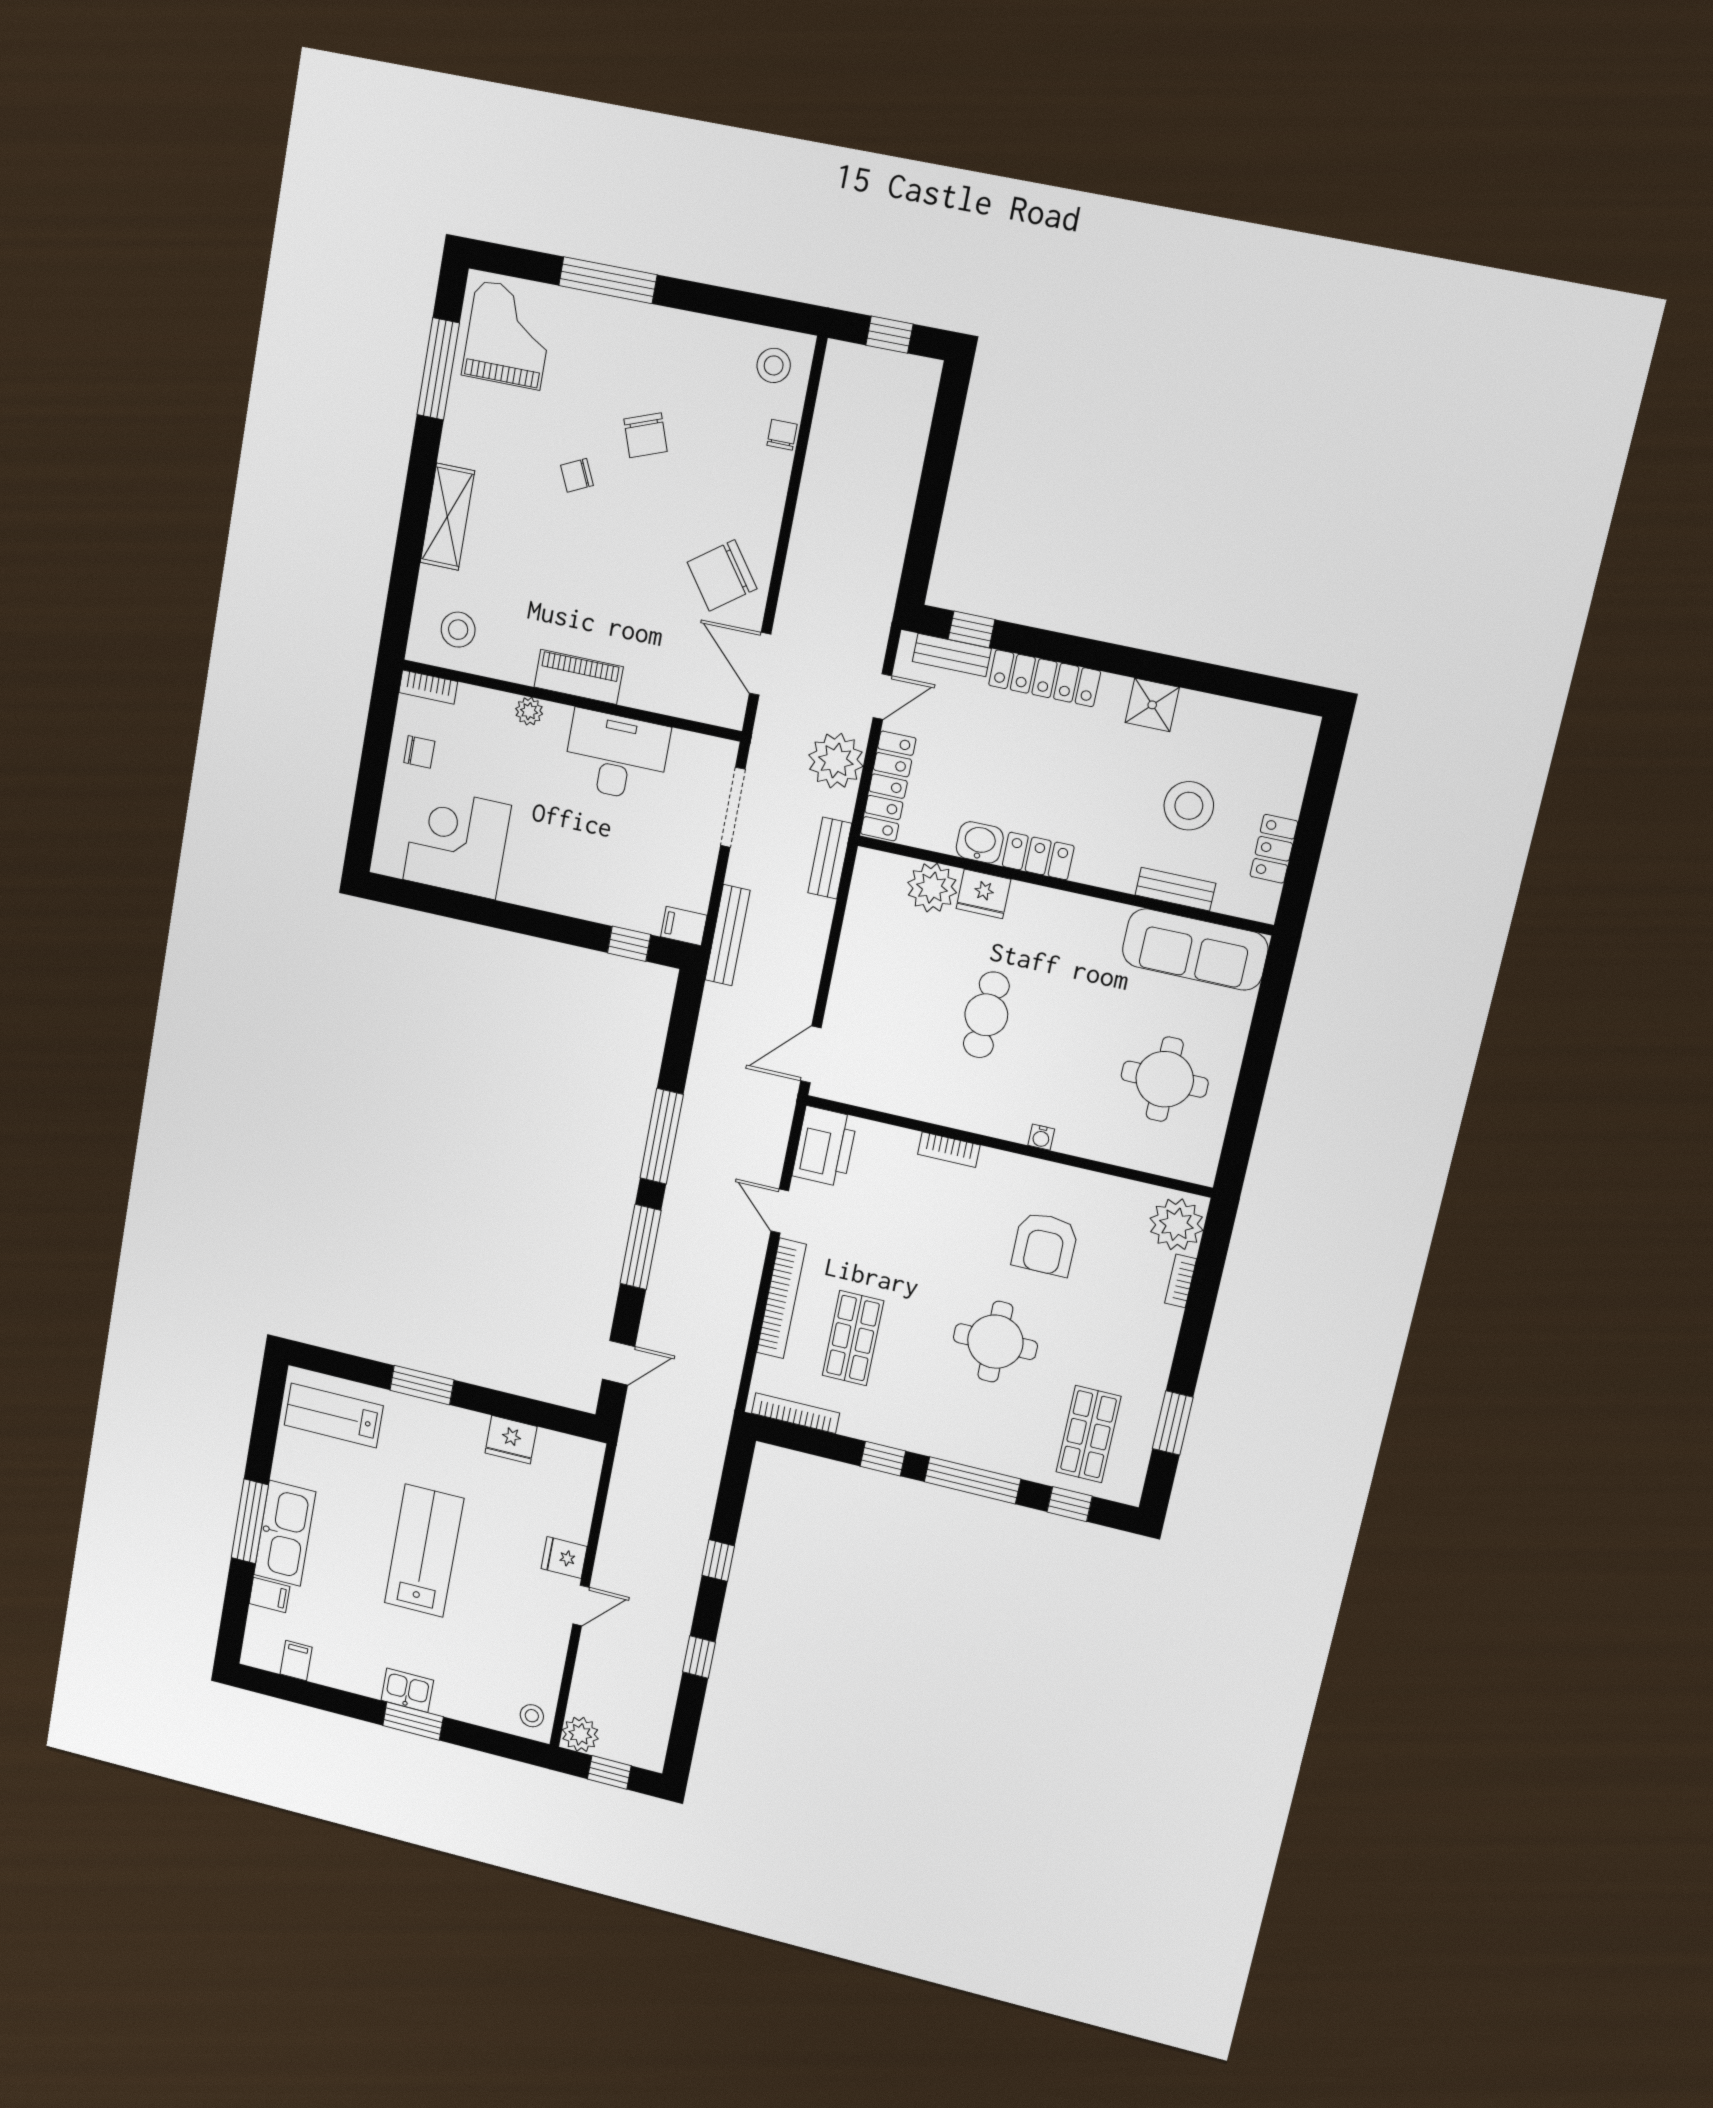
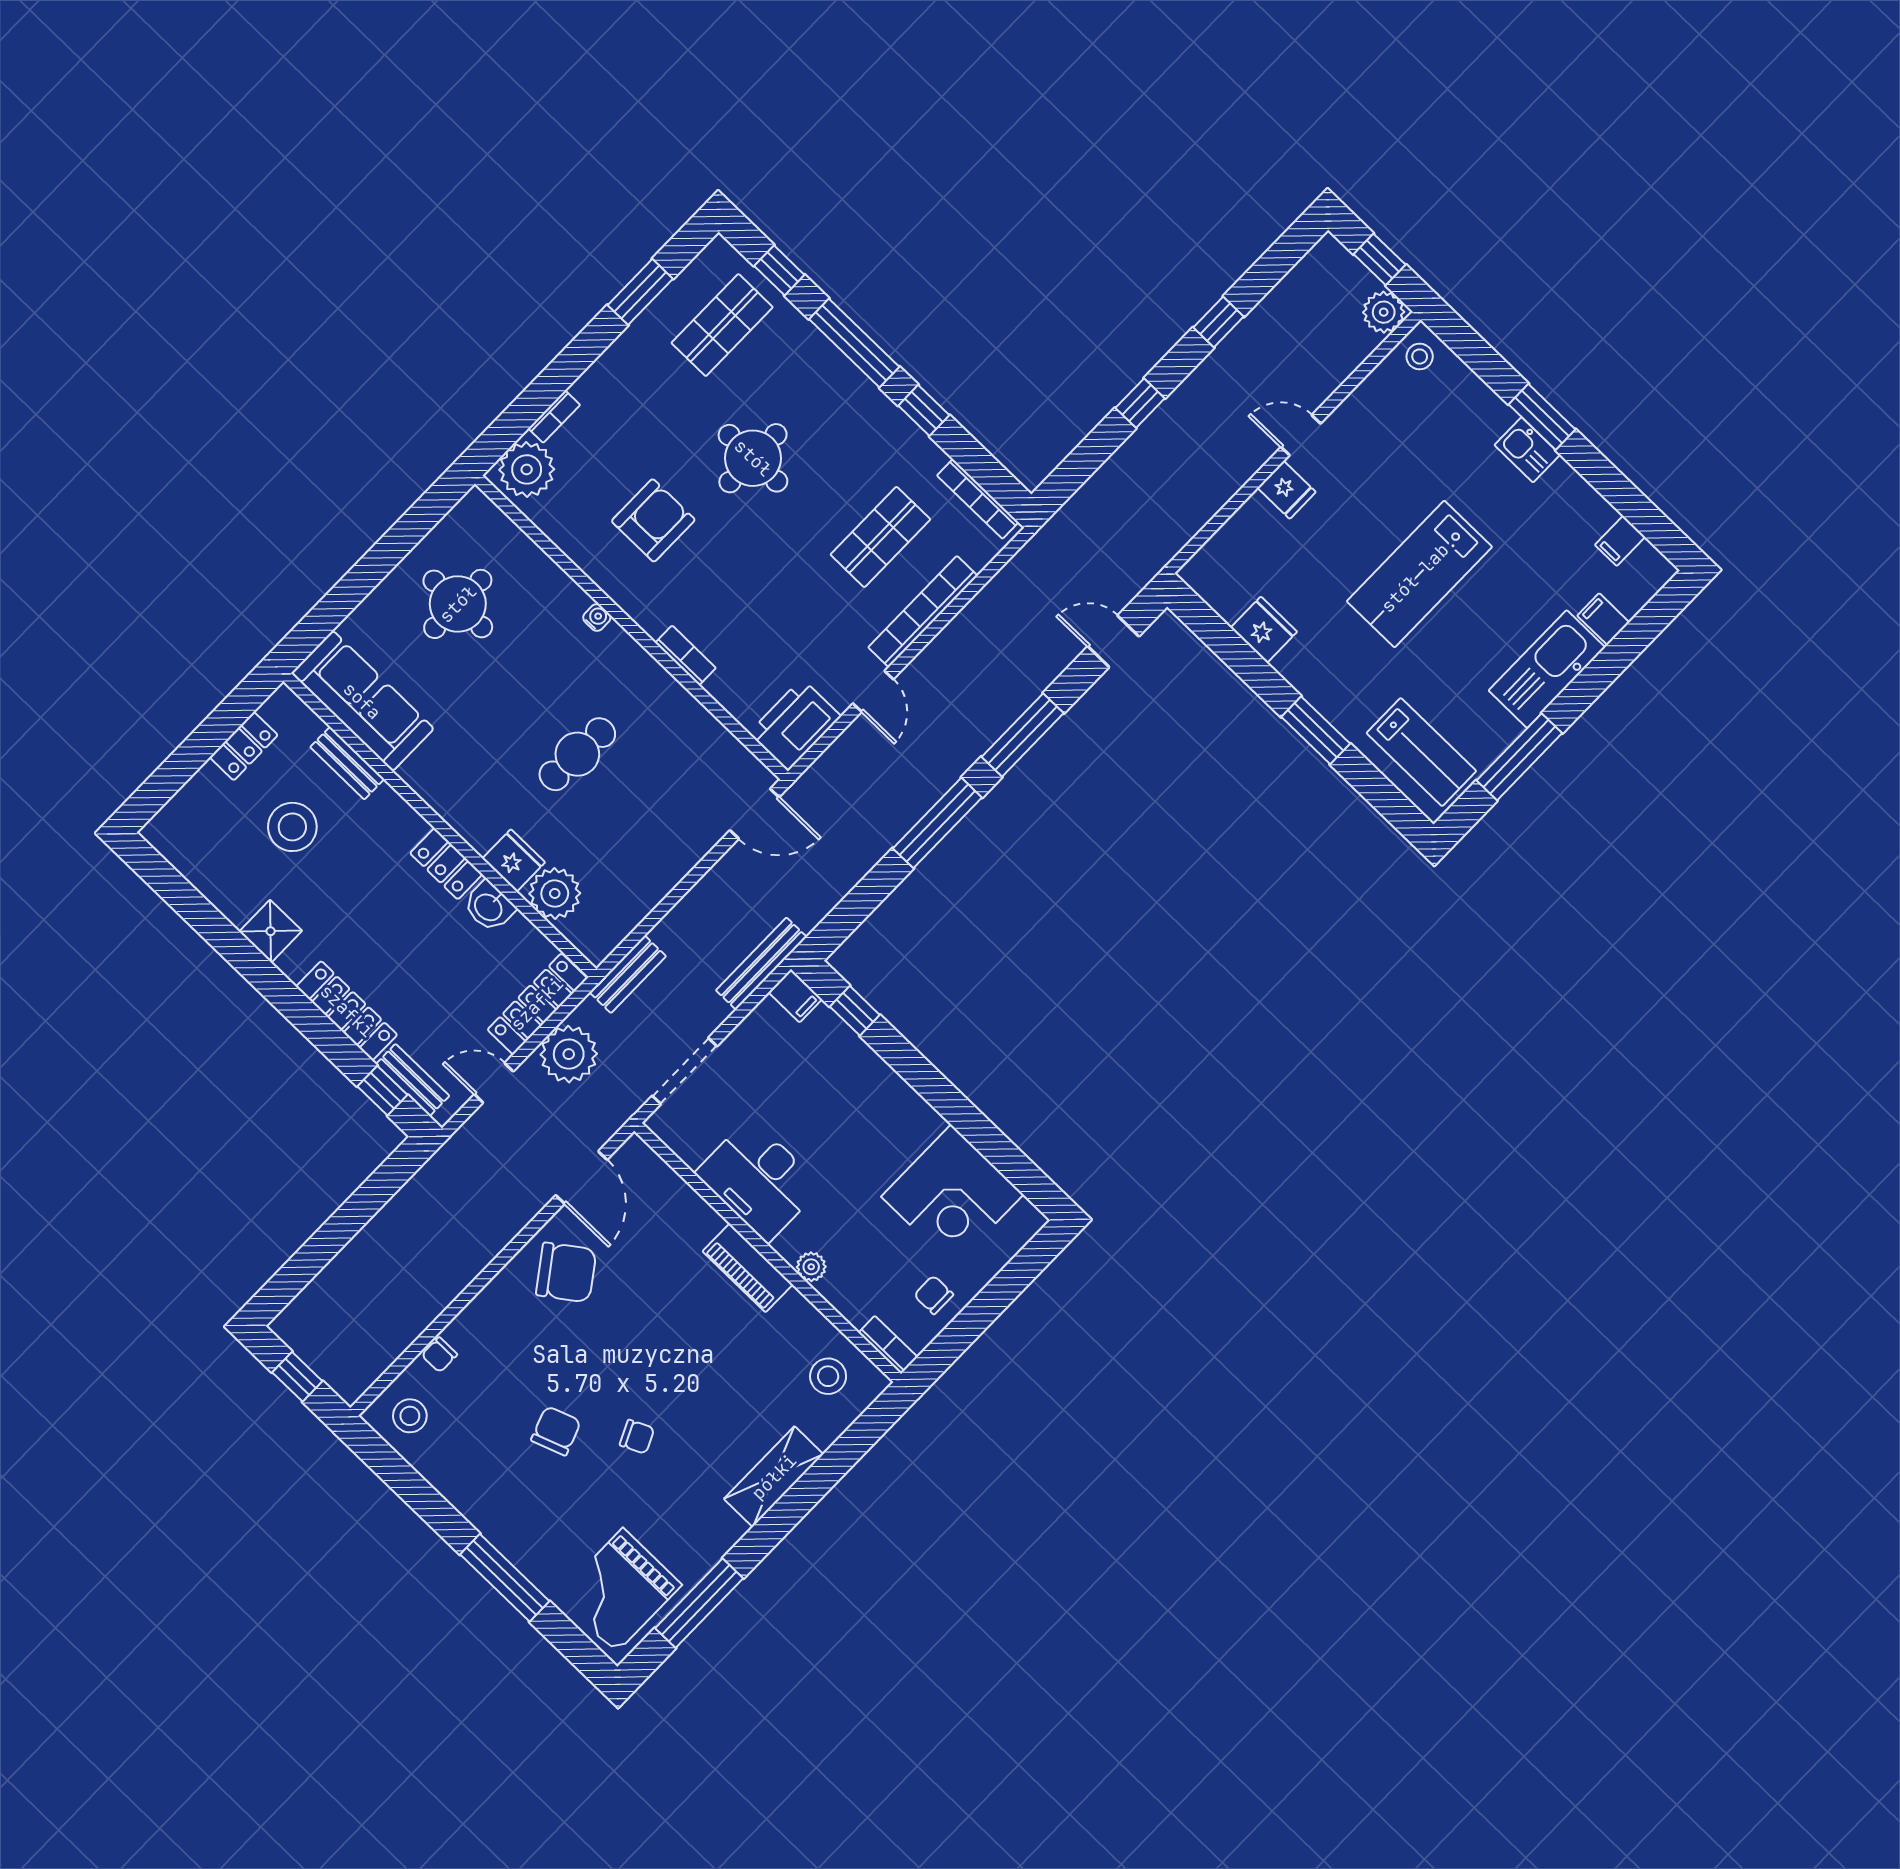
window: (250, 1521) -> (1519, 757), moved

